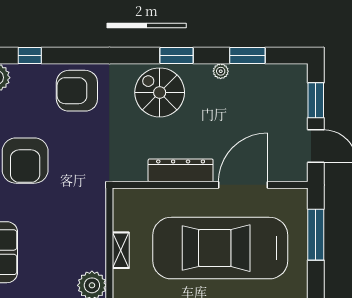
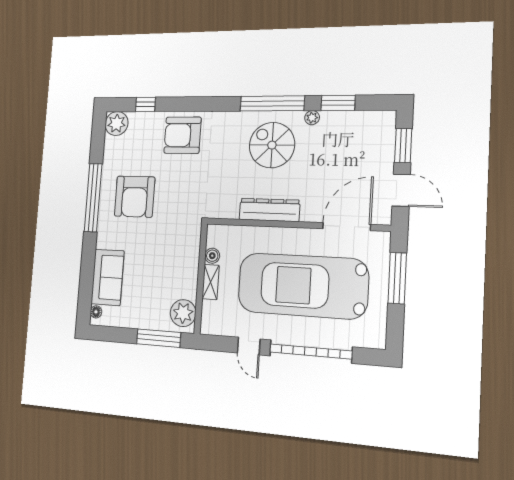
window: (177, 56) -> (272, 103), width x2.11
spiral stairs: (160, 92) -> (272, 145), moved
door: (243, 185) -> (347, 227), moved
boiler: (121, 222) -> (212, 256), added

